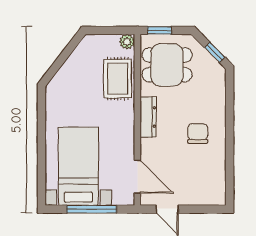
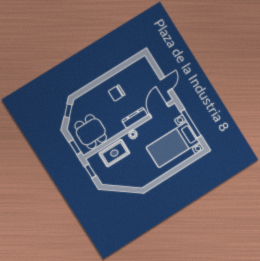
window: (114, 30) -> (90, 171), added
plant: (127, 42) -> (133, 134), moved
dresser: (148, 117) -> (135, 118), moved

